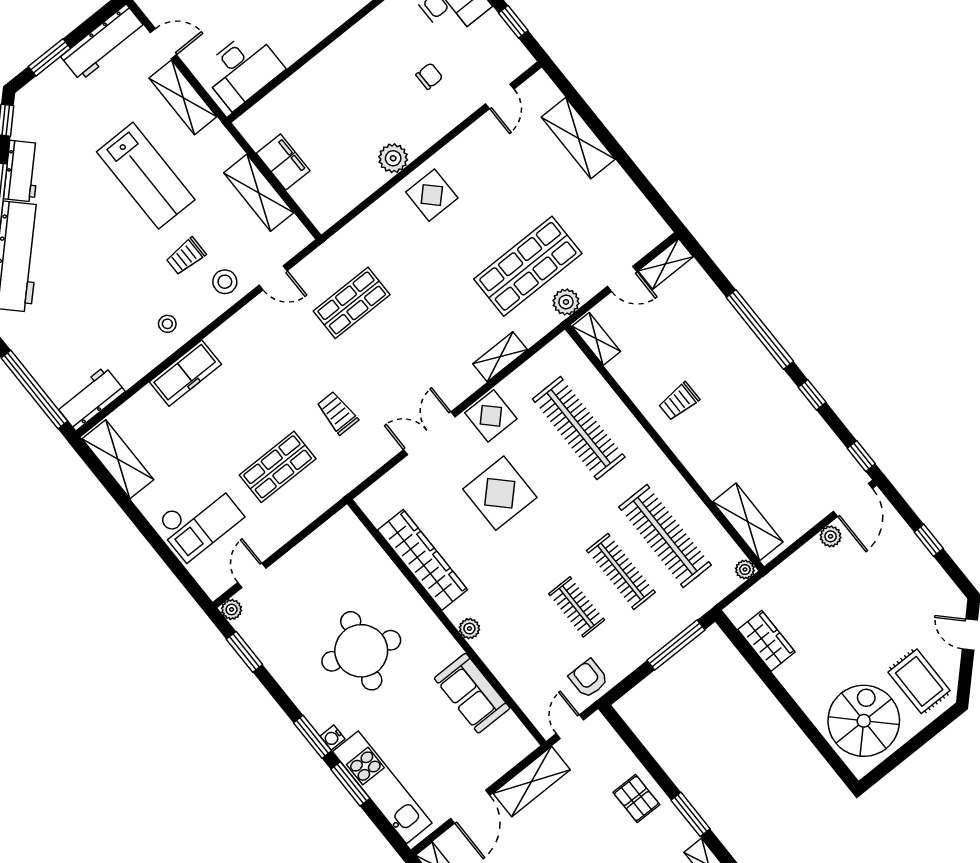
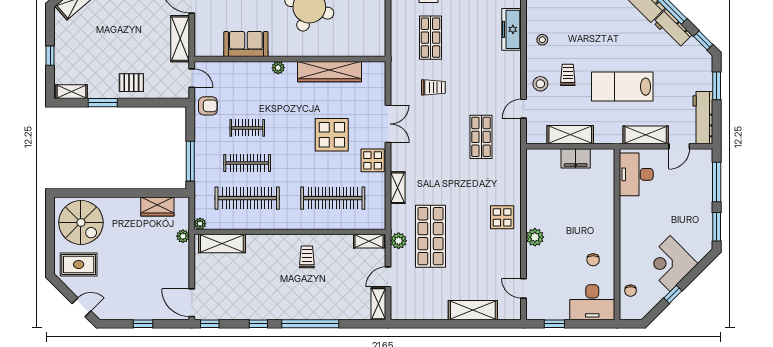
chair: (429, 76) -> (593, 260), moved
plant: (393, 158) -> (535, 237), moved
plant: (831, 536) -> (183, 236), moved

